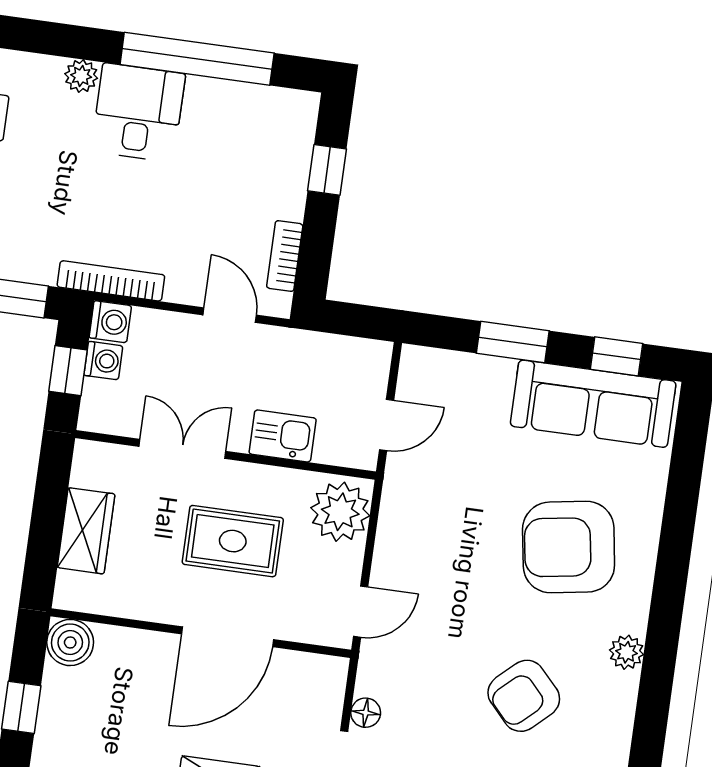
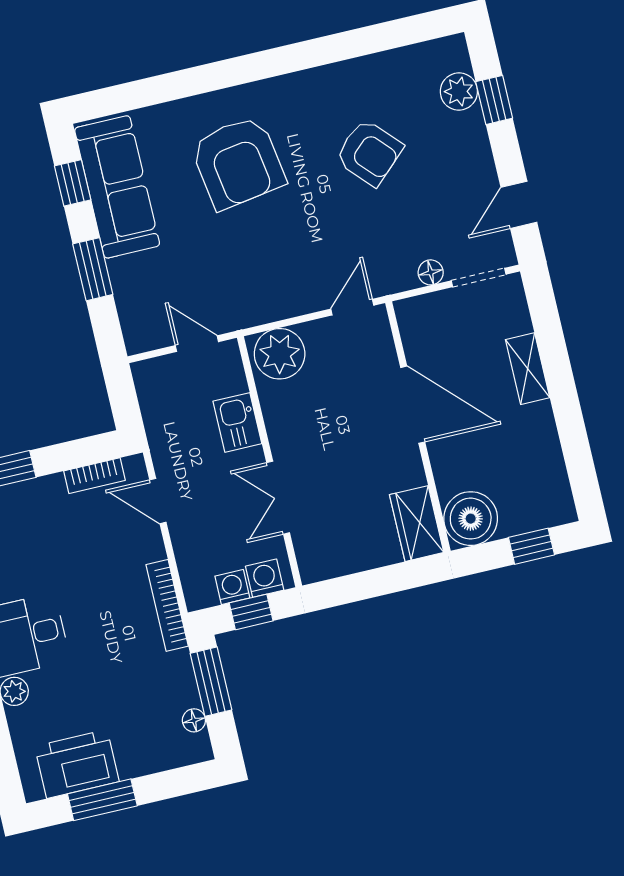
door: (230, 315) -> (158, 501), hinge flipped
washing machine: (110, 322) -> (265, 578), moved
wardrobe: (86, 531) -> (417, 524), moved, turned -90
rug: (233, 541) -> (336, 430), removed
door: (361, 612) -> (352, 307), hinge flipped
boiler: (70, 643) -> (471, 519), width x1.37, depth x1.37
plant: (627, 652) -> (303, 85), removed

